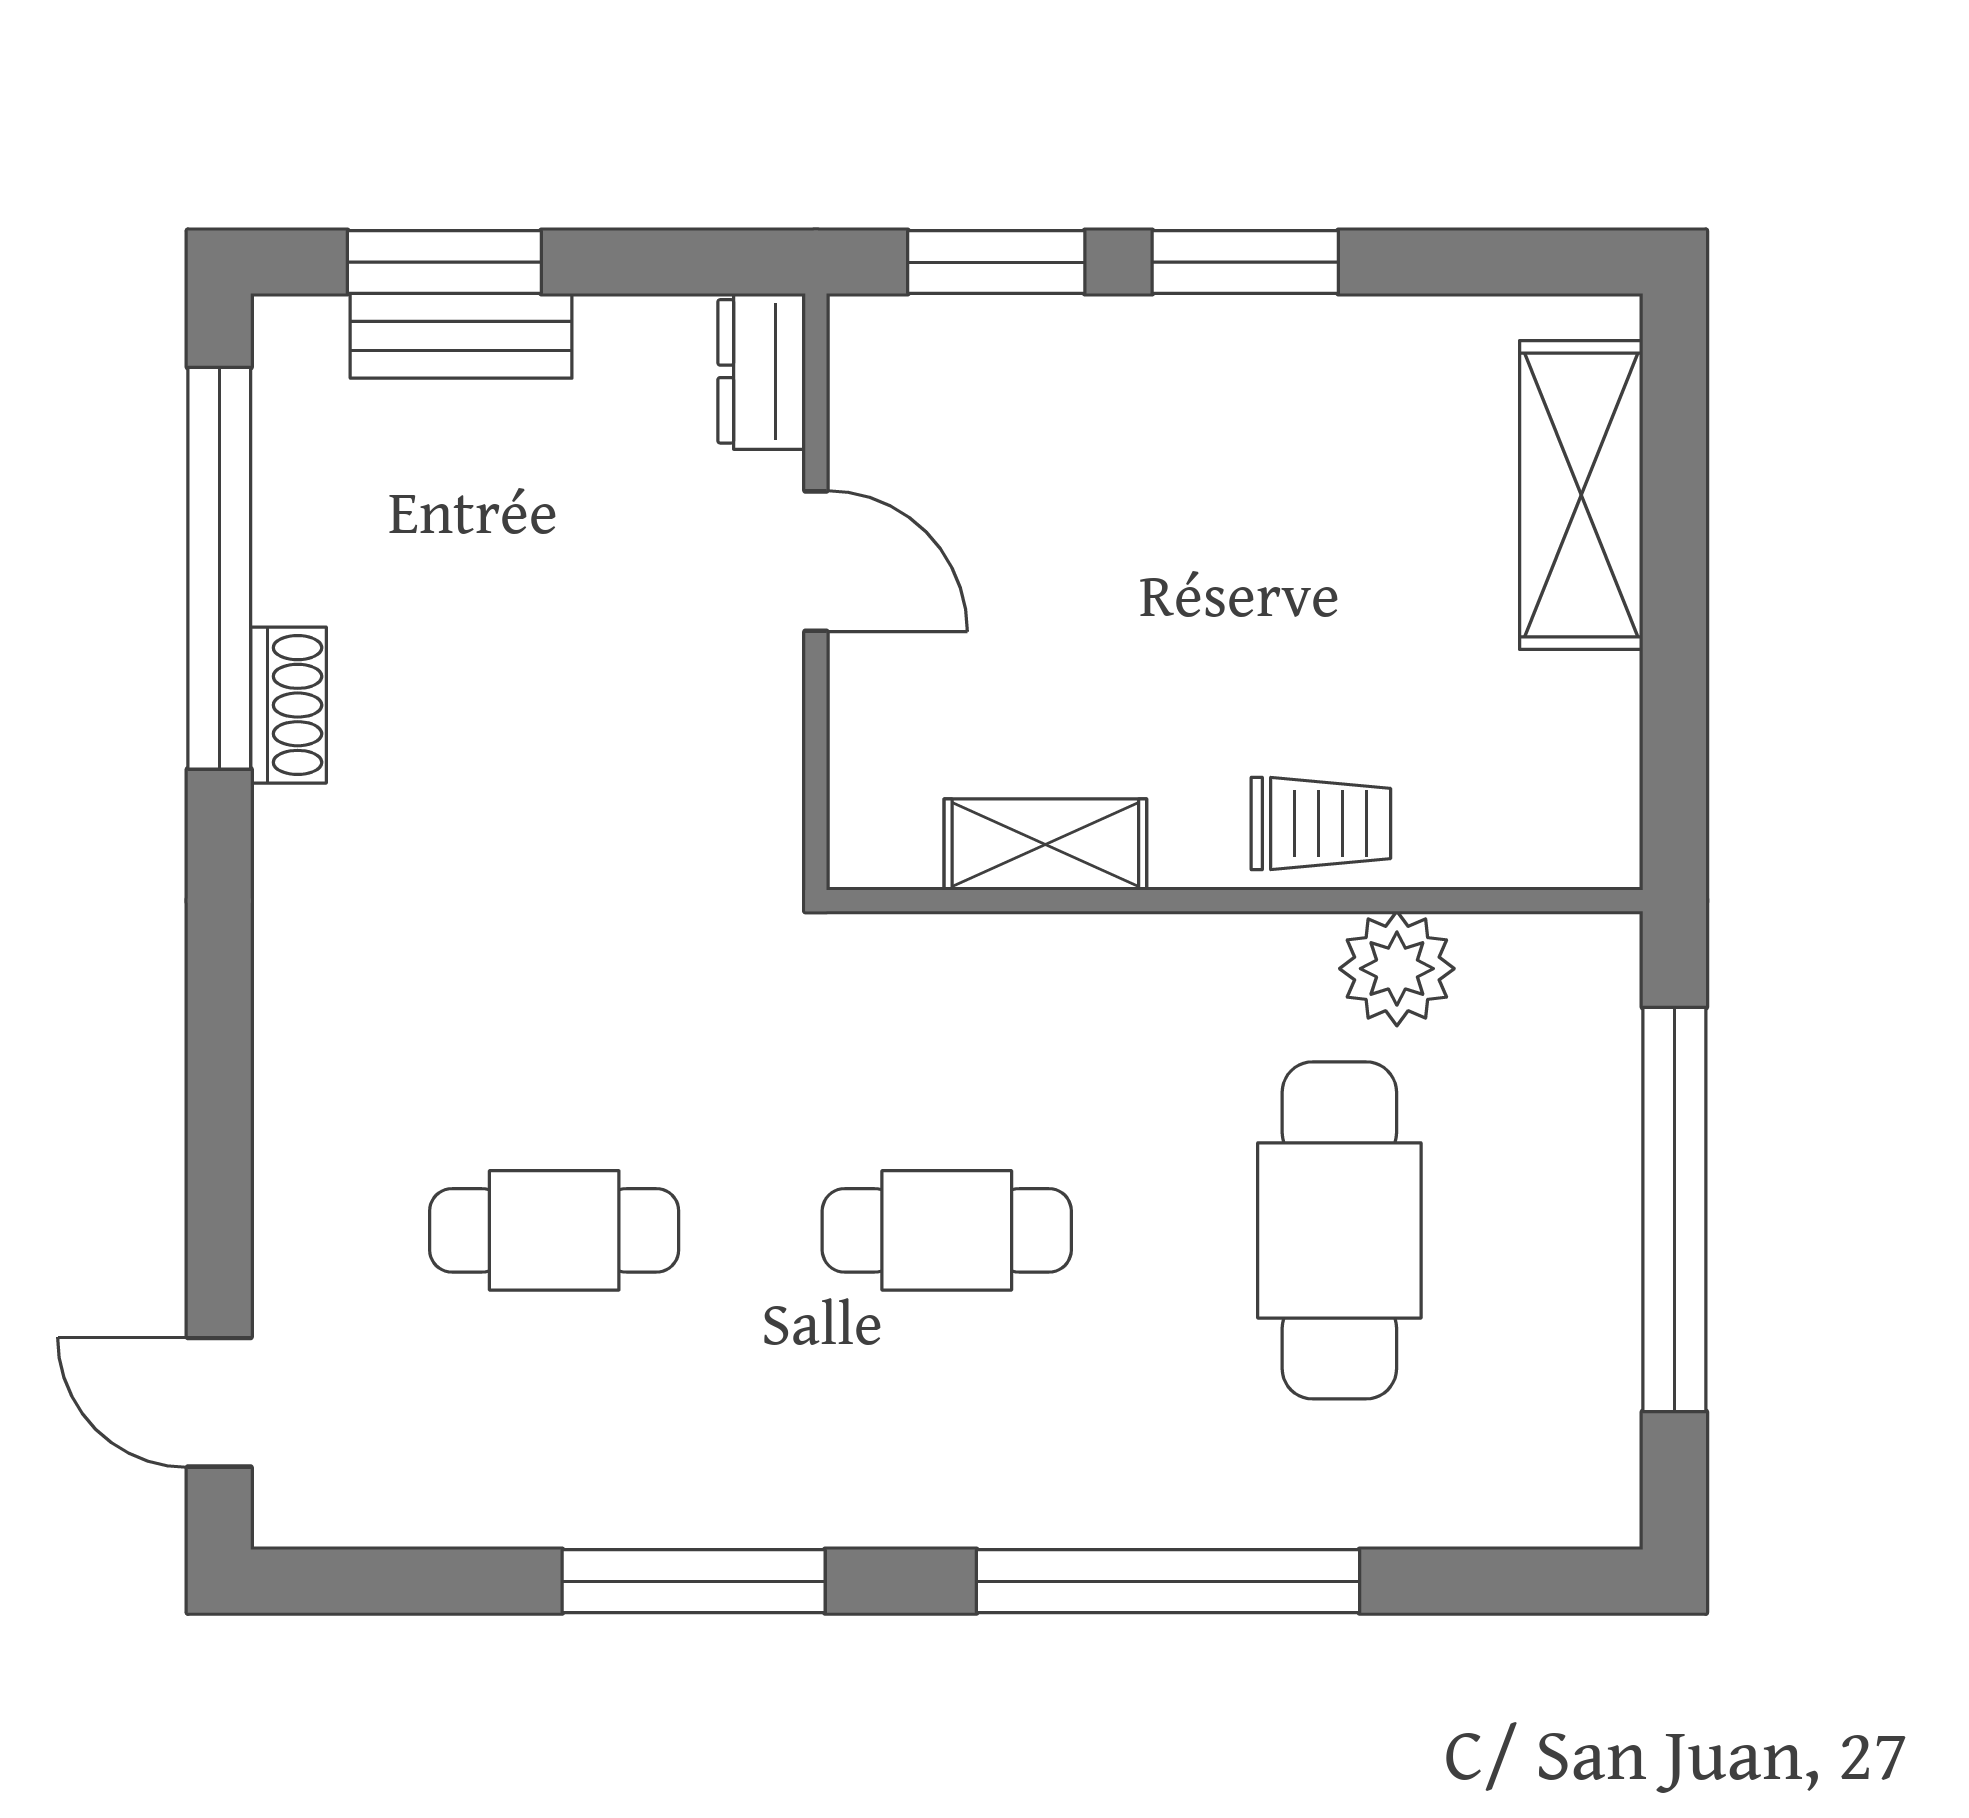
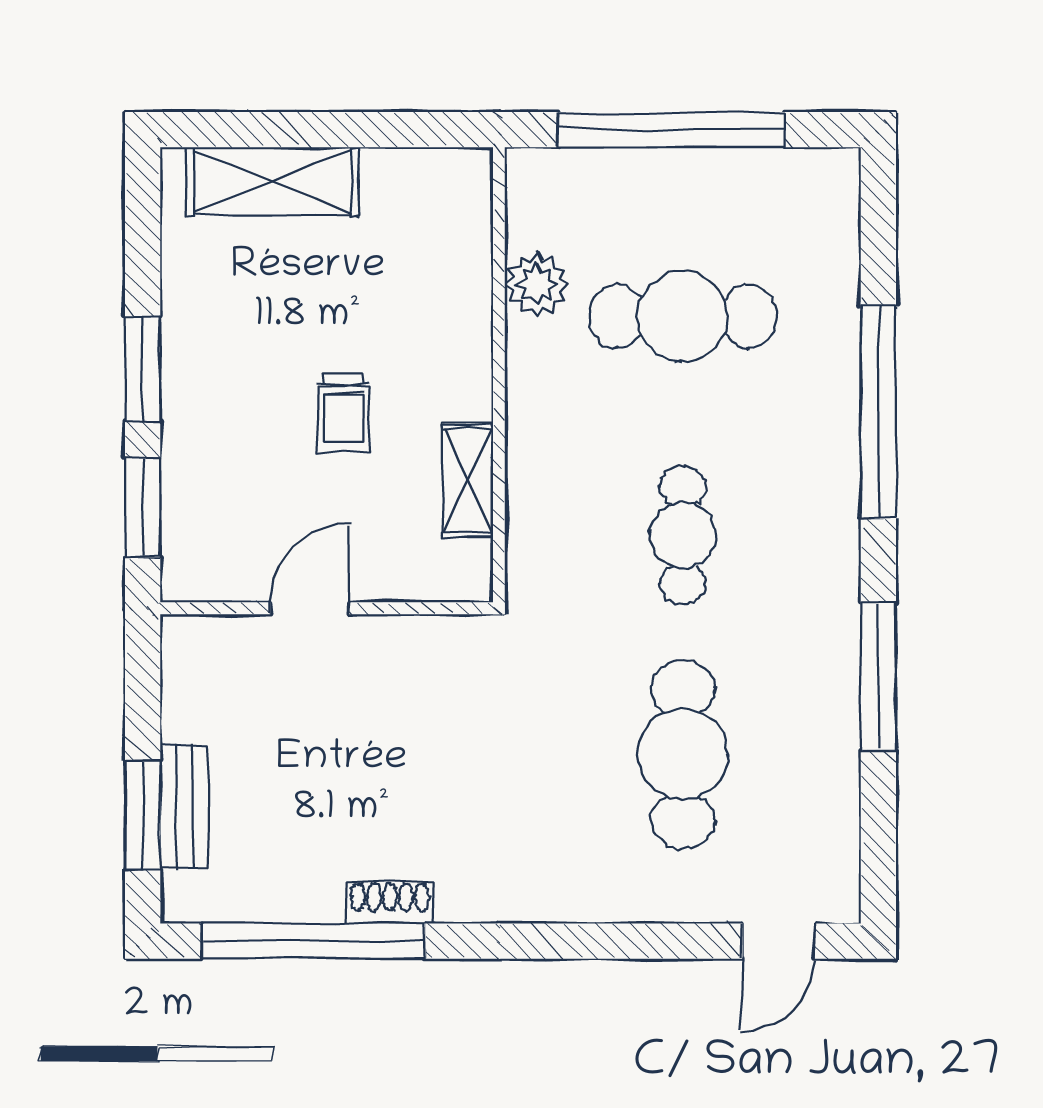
dresser: (762, 371) -> (204, 639), removed
trolley: (1321, 824) -> (343, 413), moved, turned 180
cafe table: (554, 1230) -> (683, 754), width x1.37, depth x1.35

